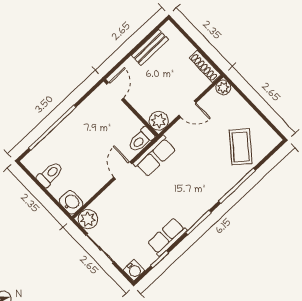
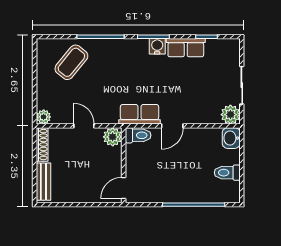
bench: (150, 47) -> (43, 182), moved, turned 90
water cooler: (134, 270) -> (157, 46), moved

